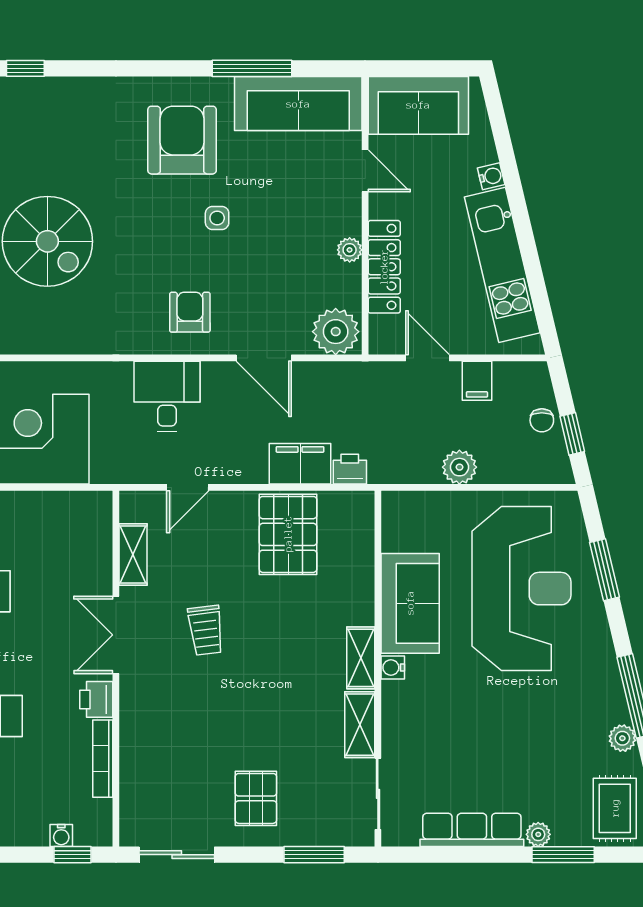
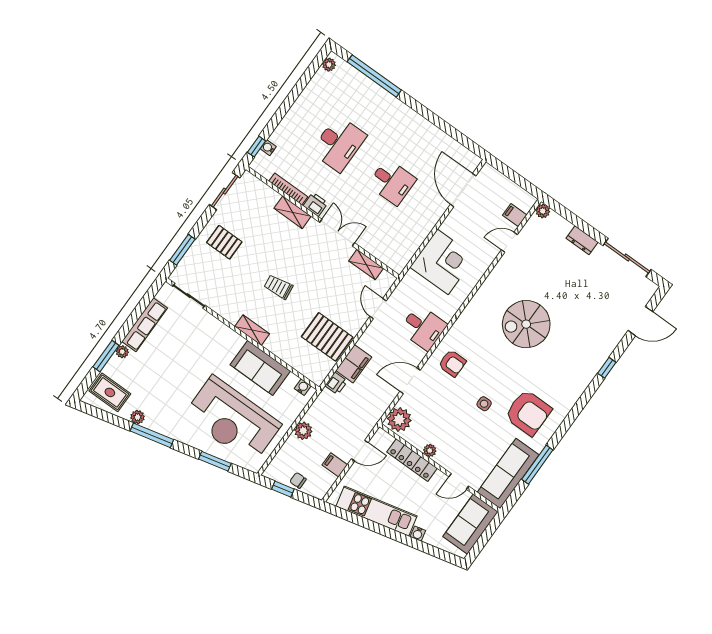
trolley: (206, 630) -> (278, 287), moved
water cooler: (393, 667) -> (303, 387), moved
shelving: (360, 725) -> (293, 212), moved

